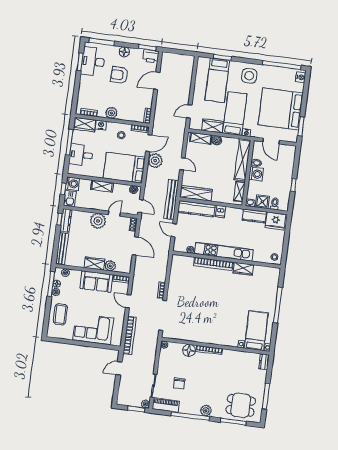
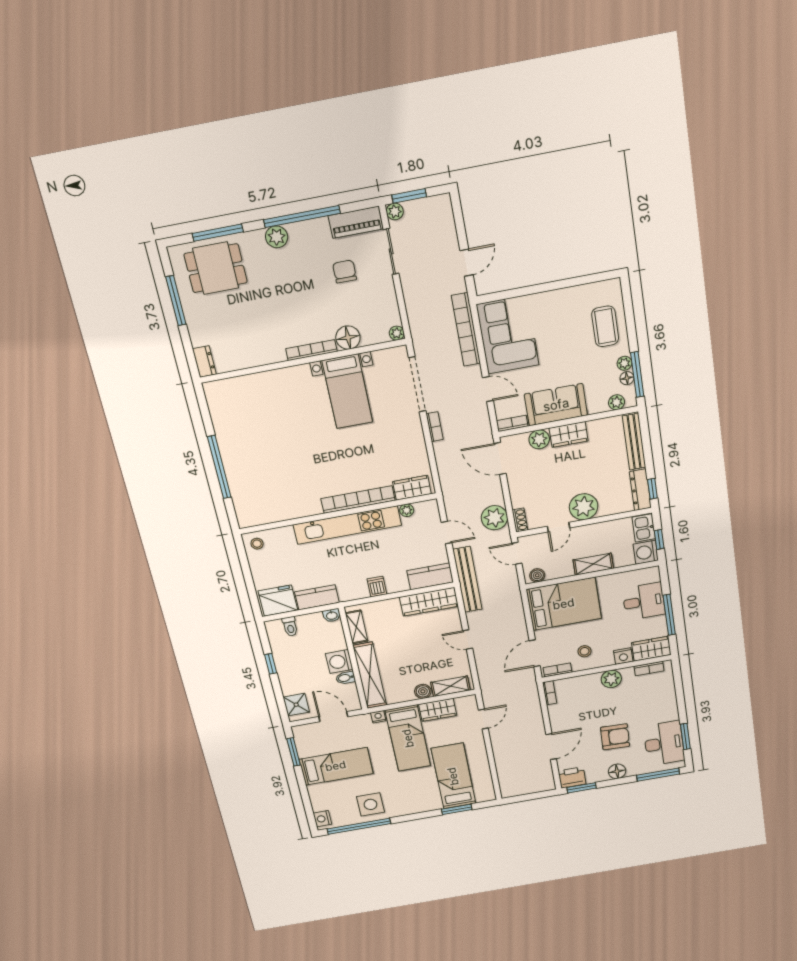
side table: (249, 76) -> (370, 804), moved
bed: (281, 109) -> (336, 766), width x0.49
plant: (155, 161) -> (494, 518), moved
shower: (262, 202) -> (296, 705), moved
kitchen counter: (196, 209) -> (430, 576), width x0.67
door: (135, 246) -> (500, 459), moved
wardrobe: (243, 269) -> (412, 488), moved
corner sofa: (93, 329) -> (508, 335), moved, turned -90
bed with nightstands: (256, 331) -> (347, 391), moved

